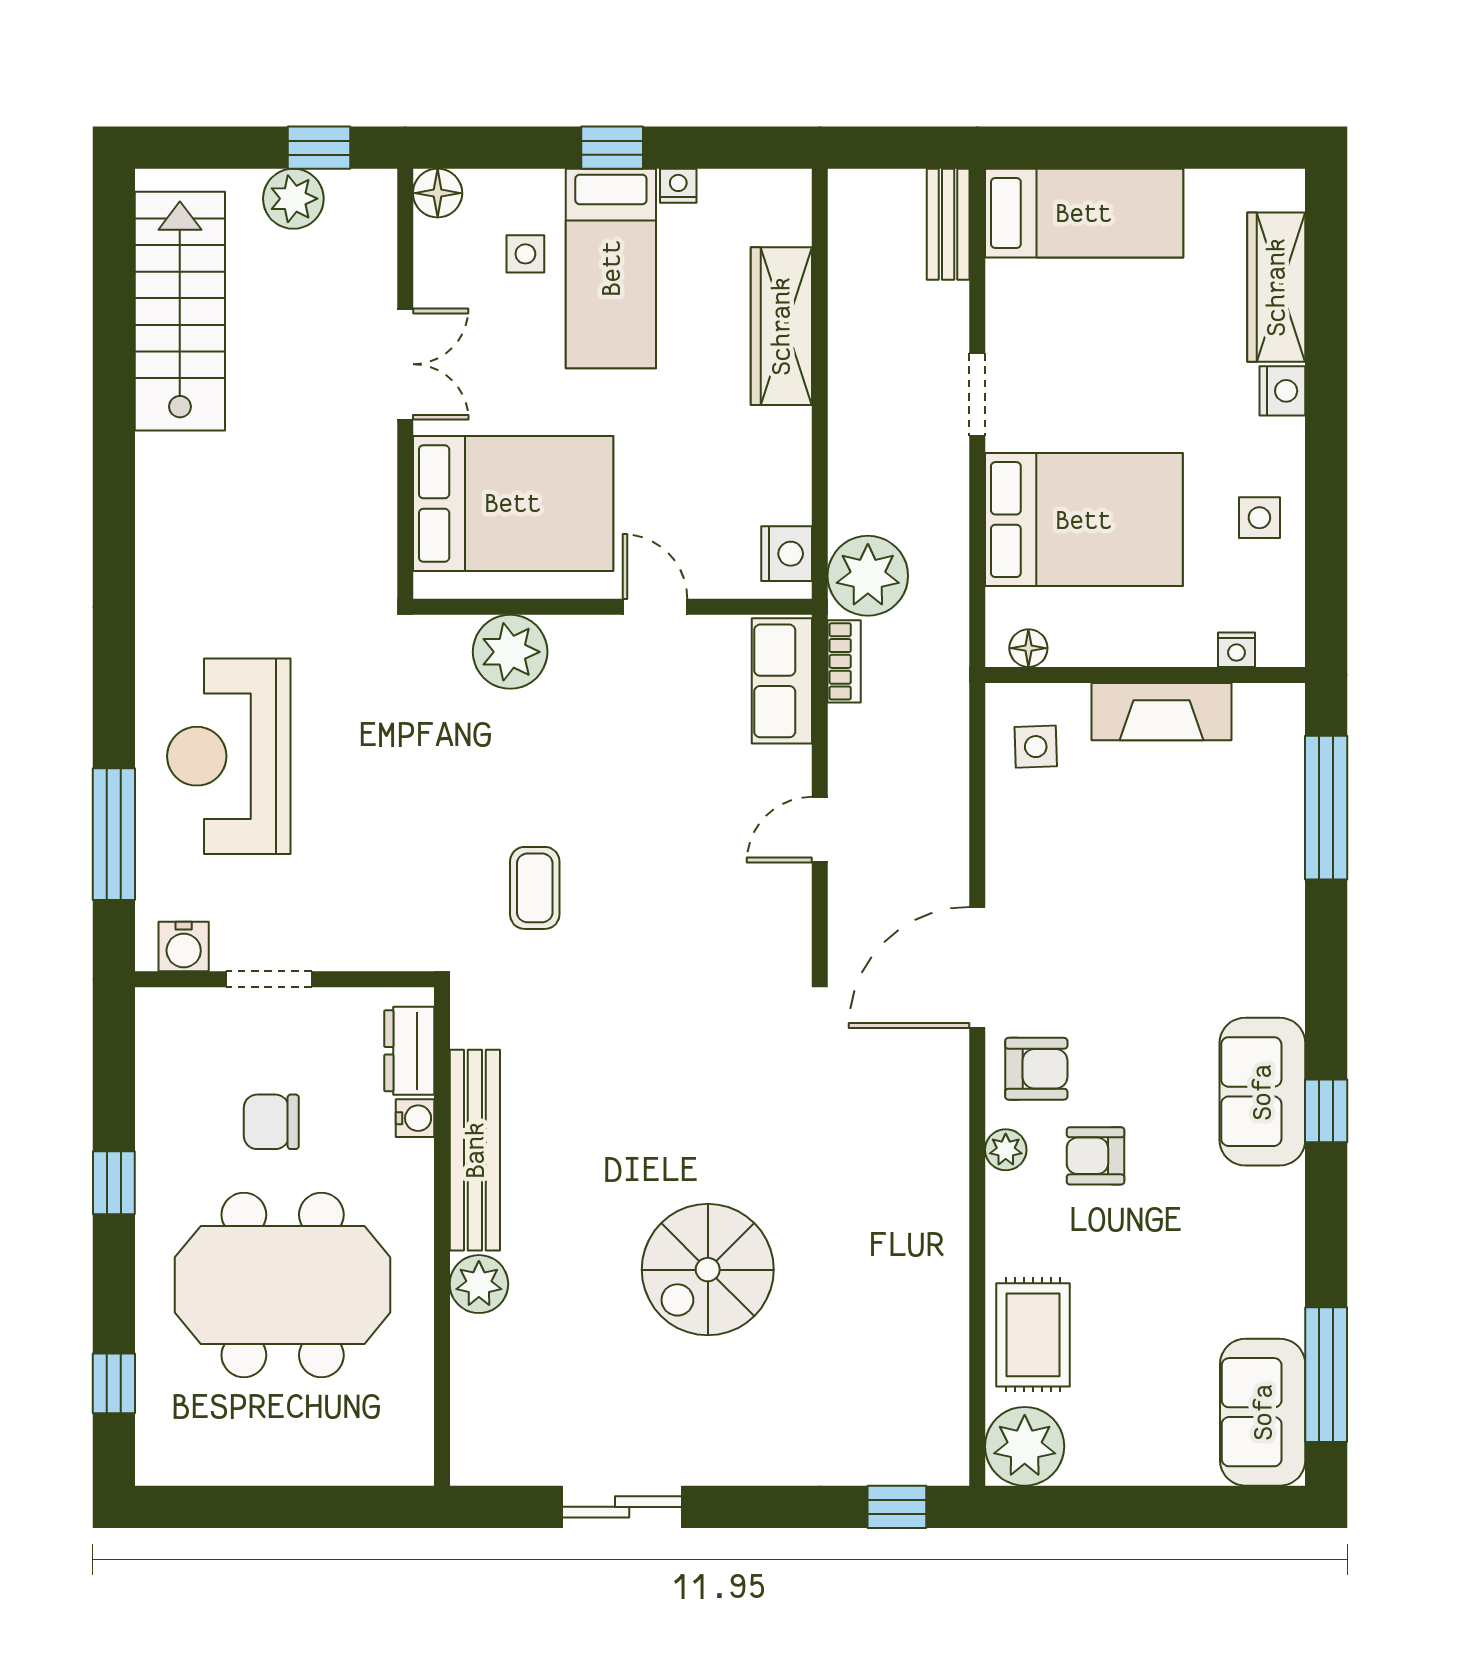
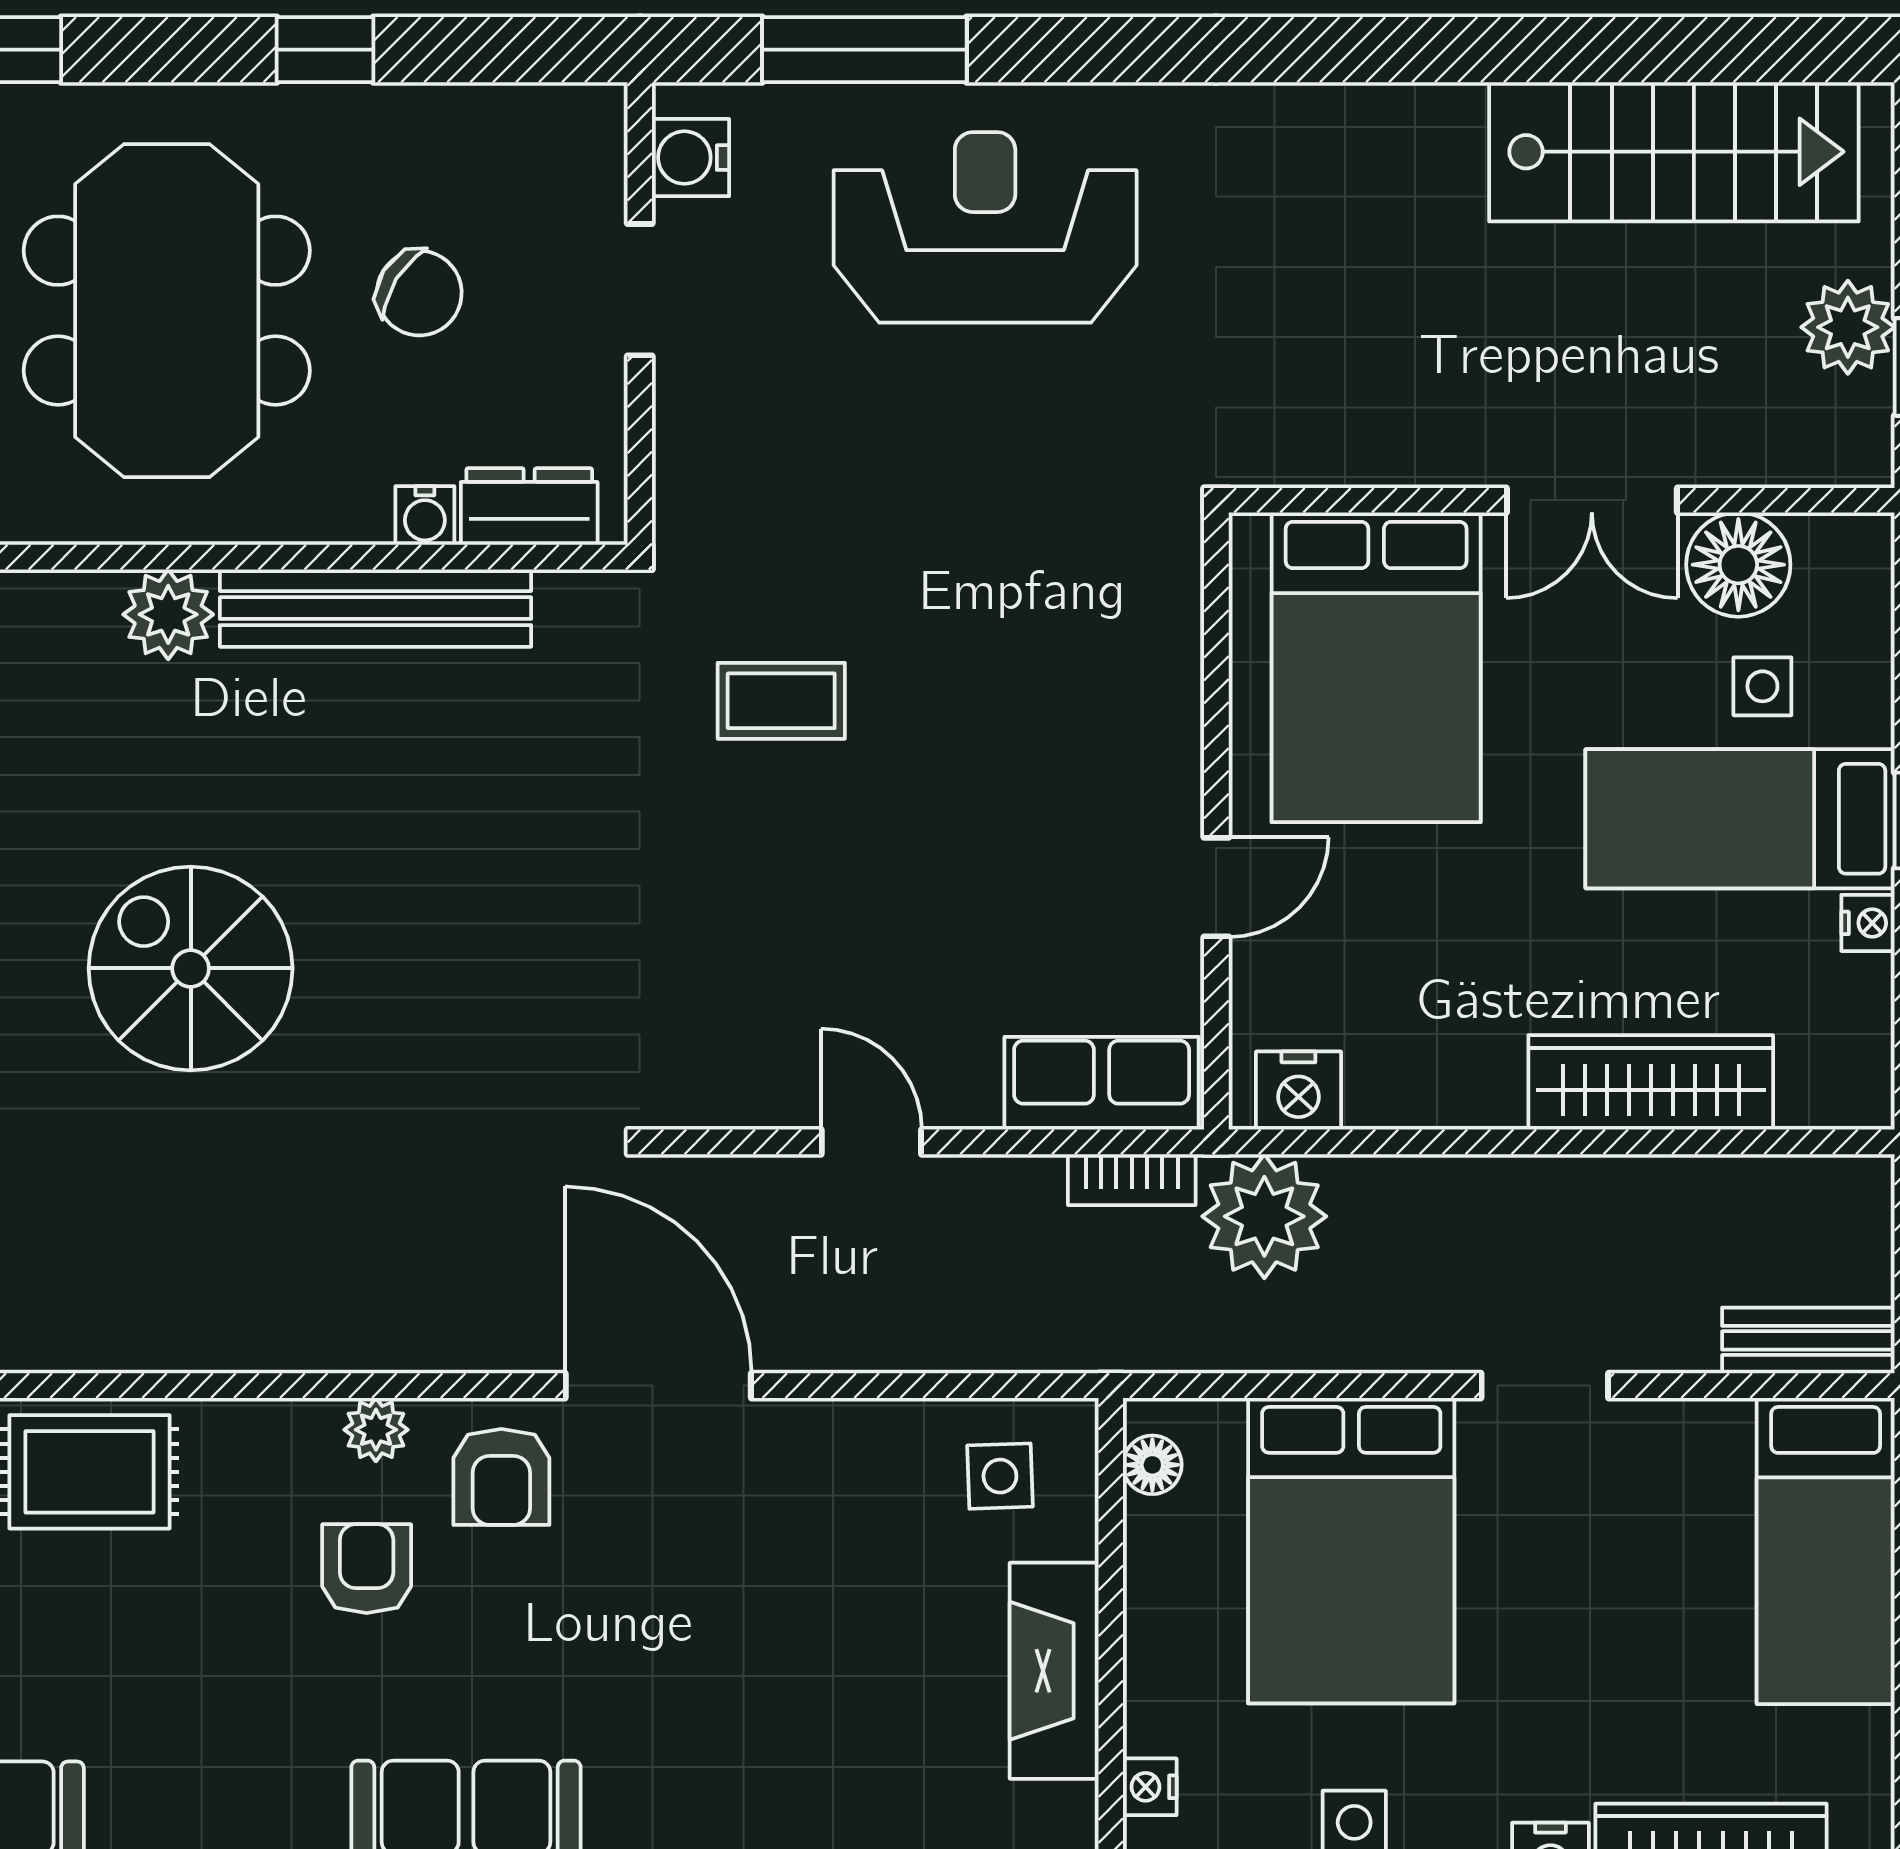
floor lamp: (438, 193) -> (1738, 565), moved, width x1.38, depth x1.38
plant: (510, 652) -> (1147, 663), removed
chair: (271, 1122) -> (419, 293), turned 122

